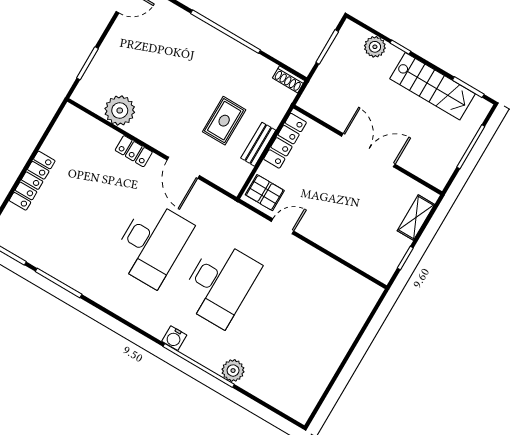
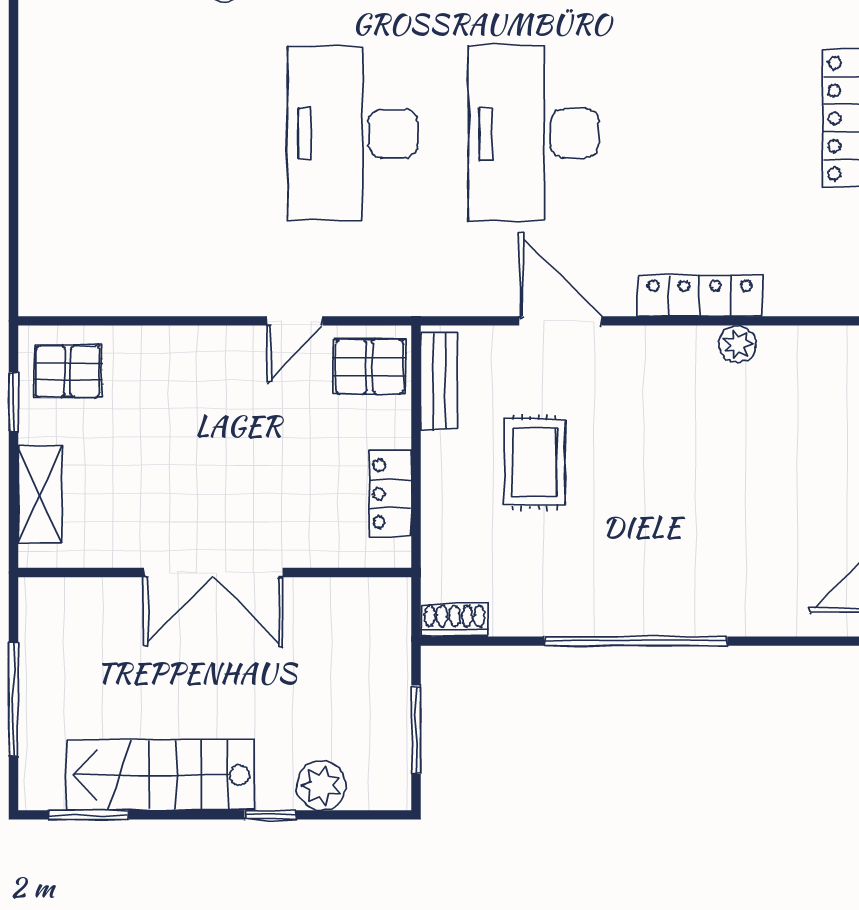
plant: (120, 110) -> (738, 344), width x0.53, depth x0.53
locker: (285, 141) -> (390, 494), width x0.66
bench: (258, 144) -> (439, 381), moved
locker: (134, 151) -> (700, 296), width x1.53
pallet: (378, 257) -> (68, 372), added

